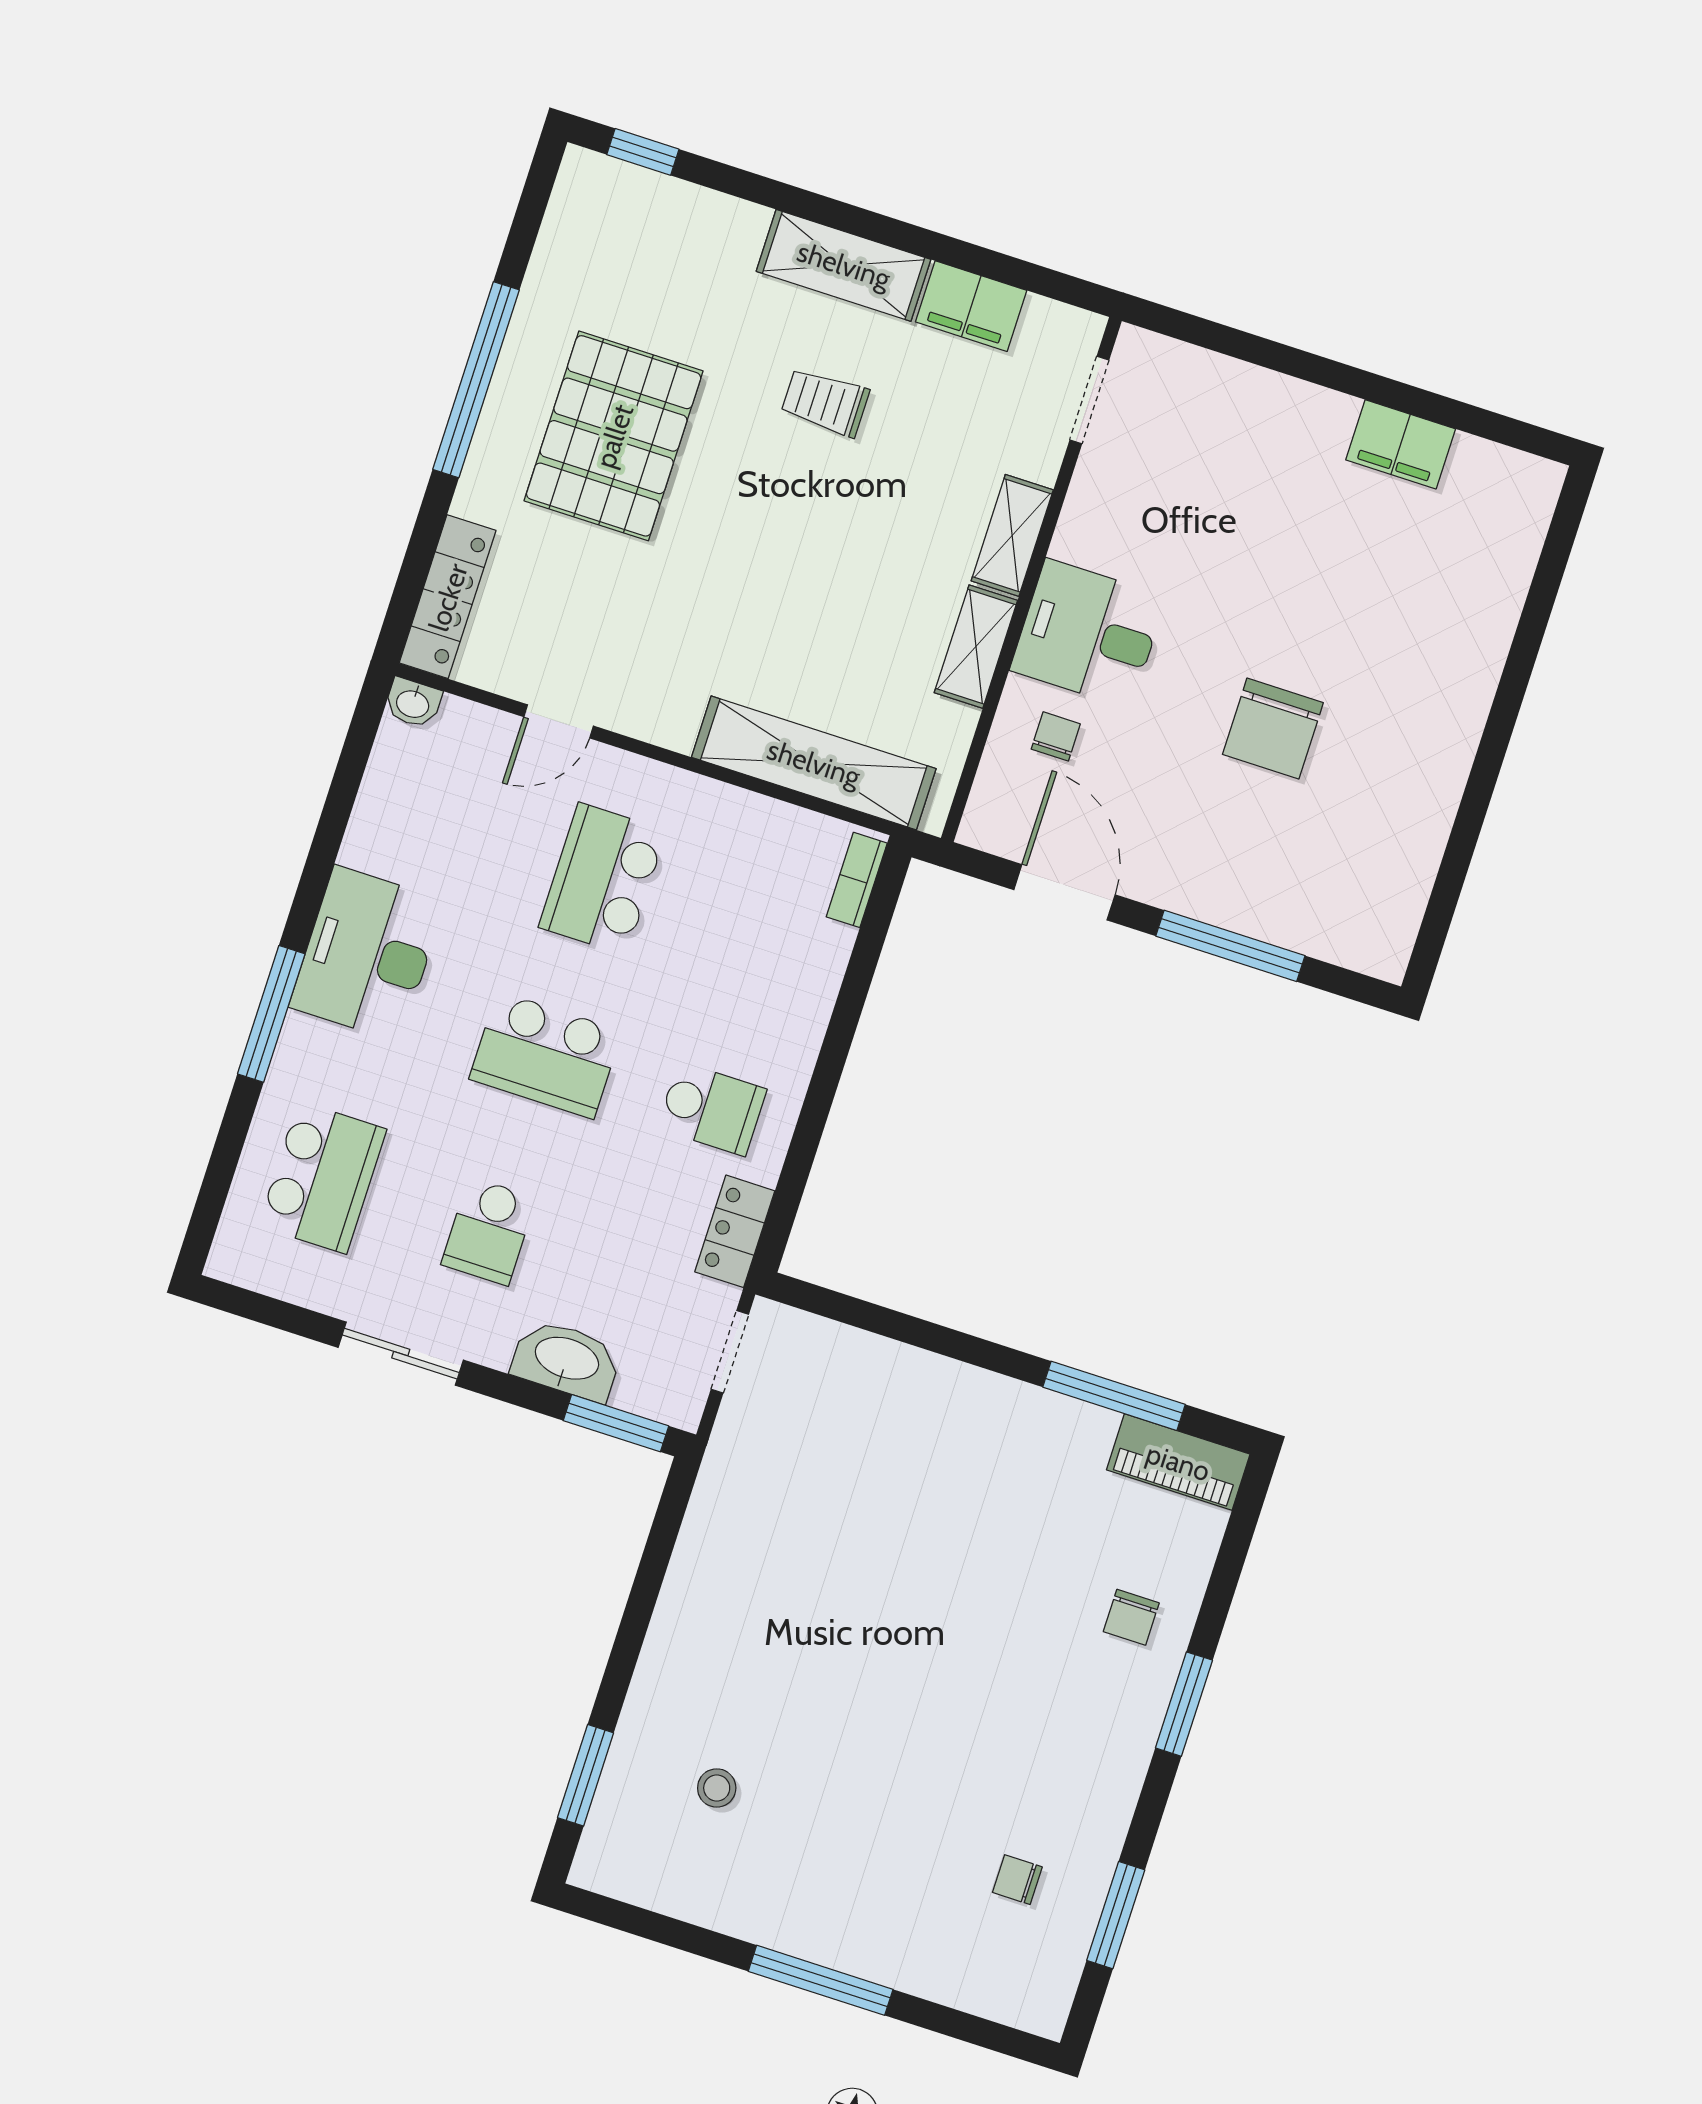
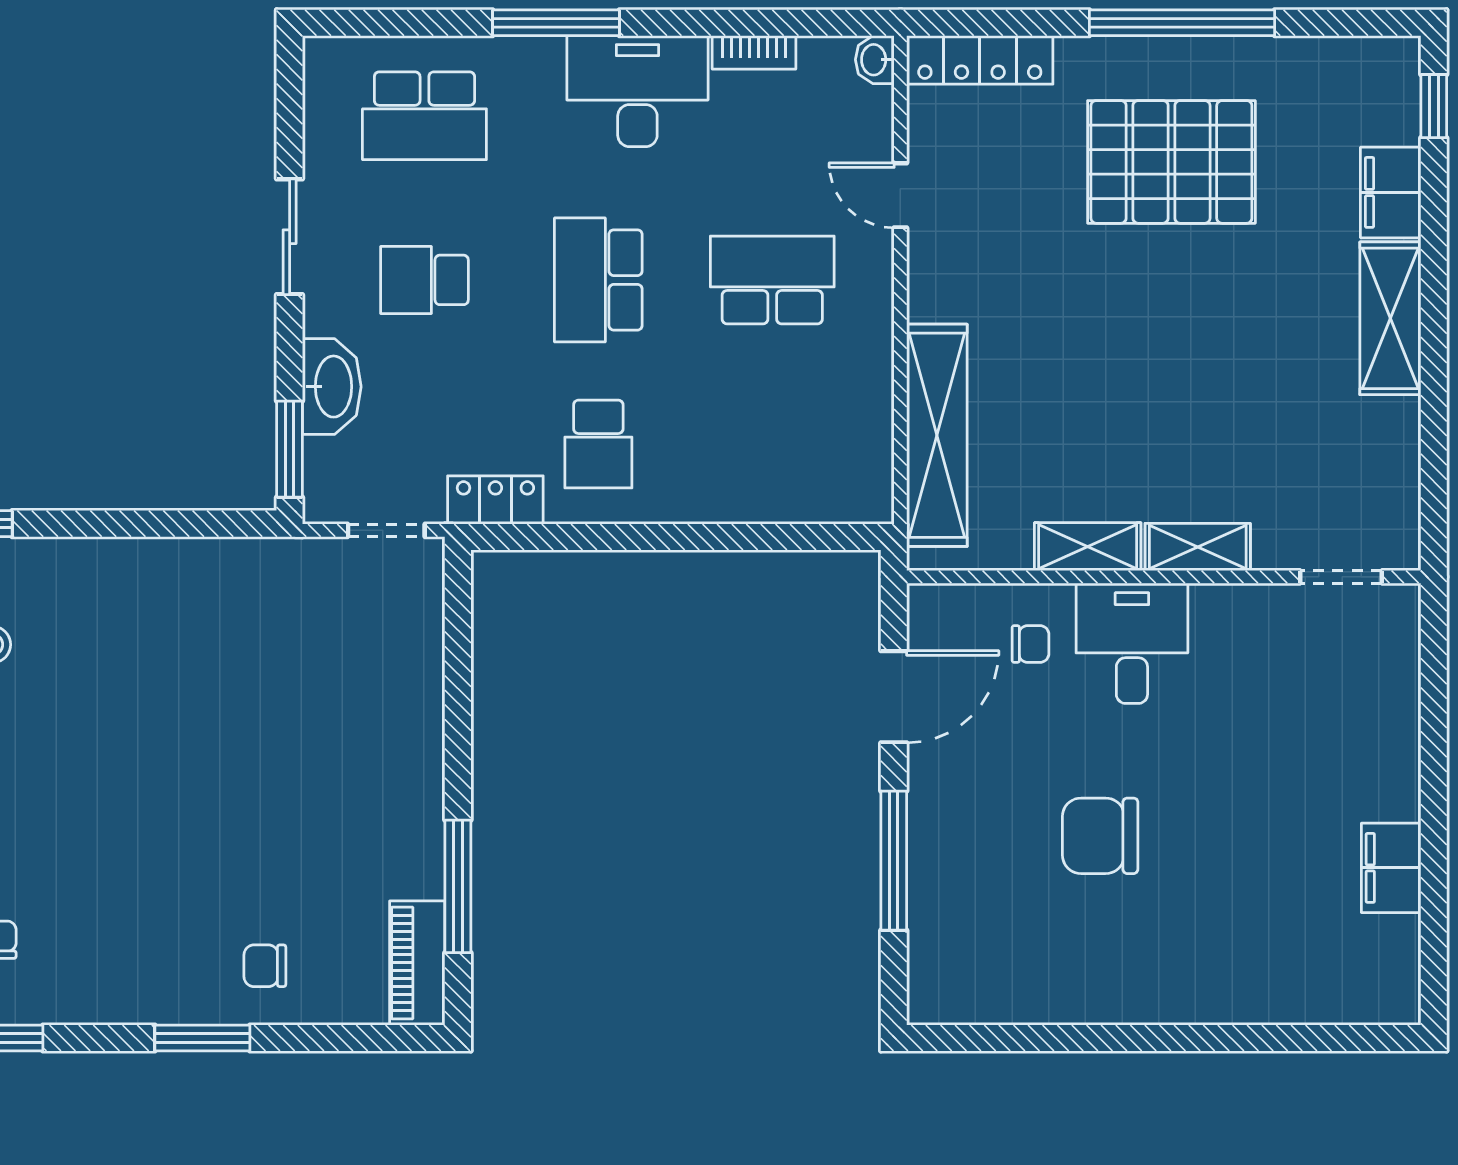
filing cabinet: (971, 306) -> (1391, 192), moved
trolley: (825, 402) -> (1263, 341), removed
bookcase: (857, 880) -> (754, 52), moved, turned 180

